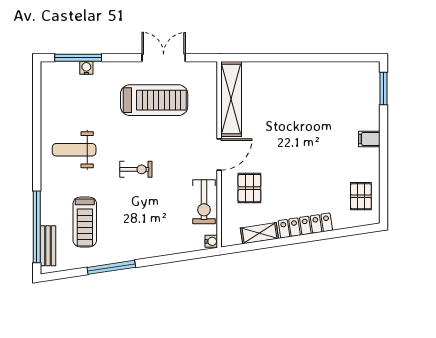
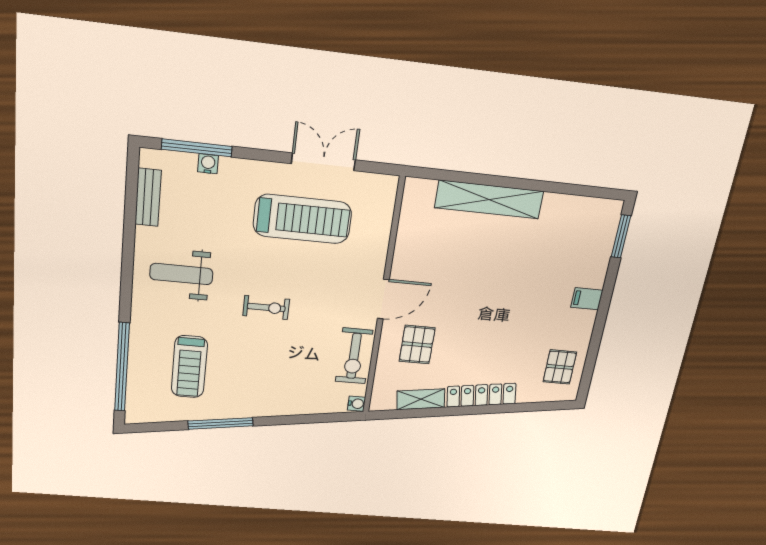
shelving: (231, 99) -> (489, 200), moved, turned 90
bench: (48, 246) -> (148, 197), moved

